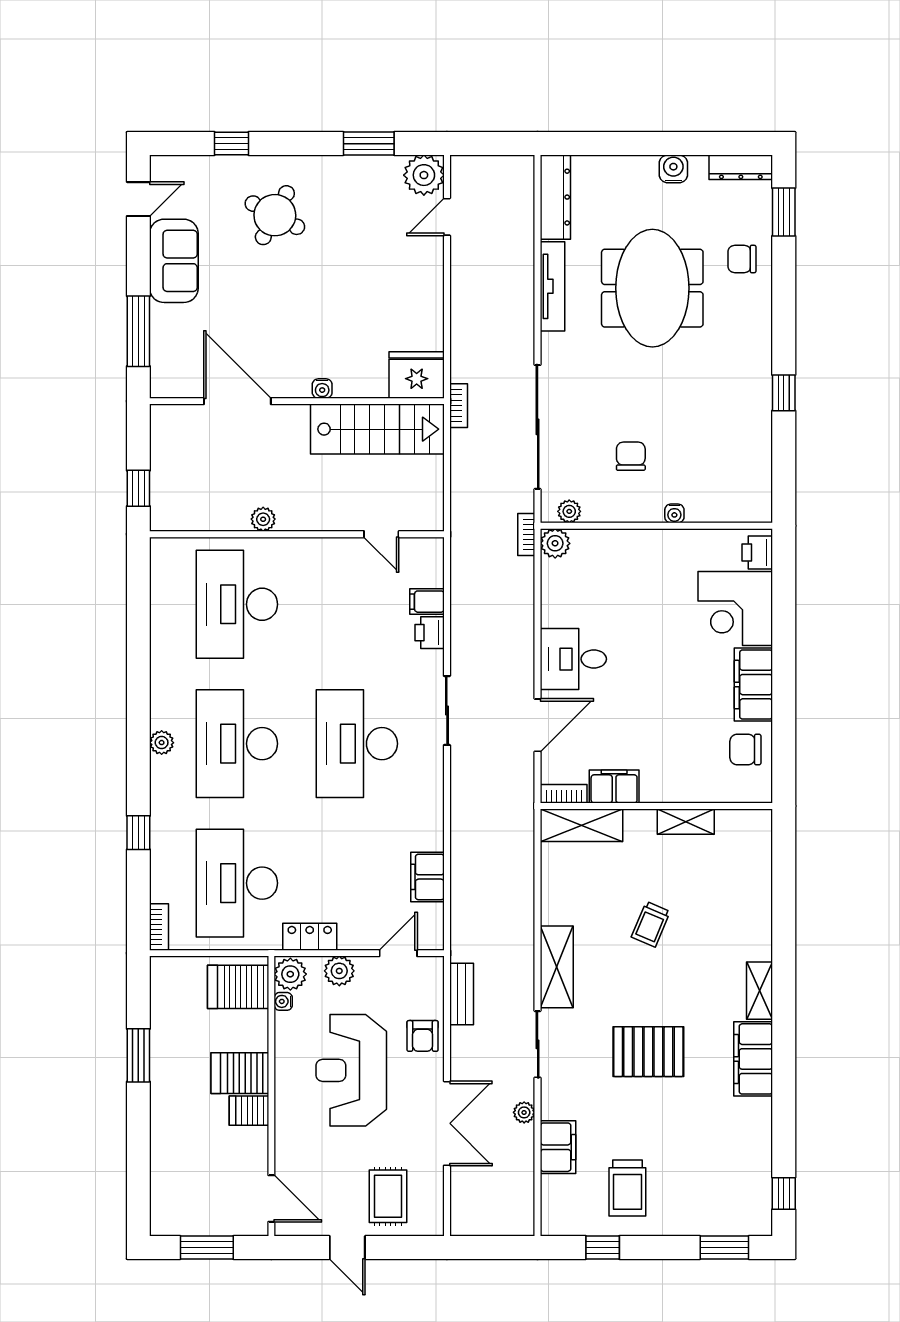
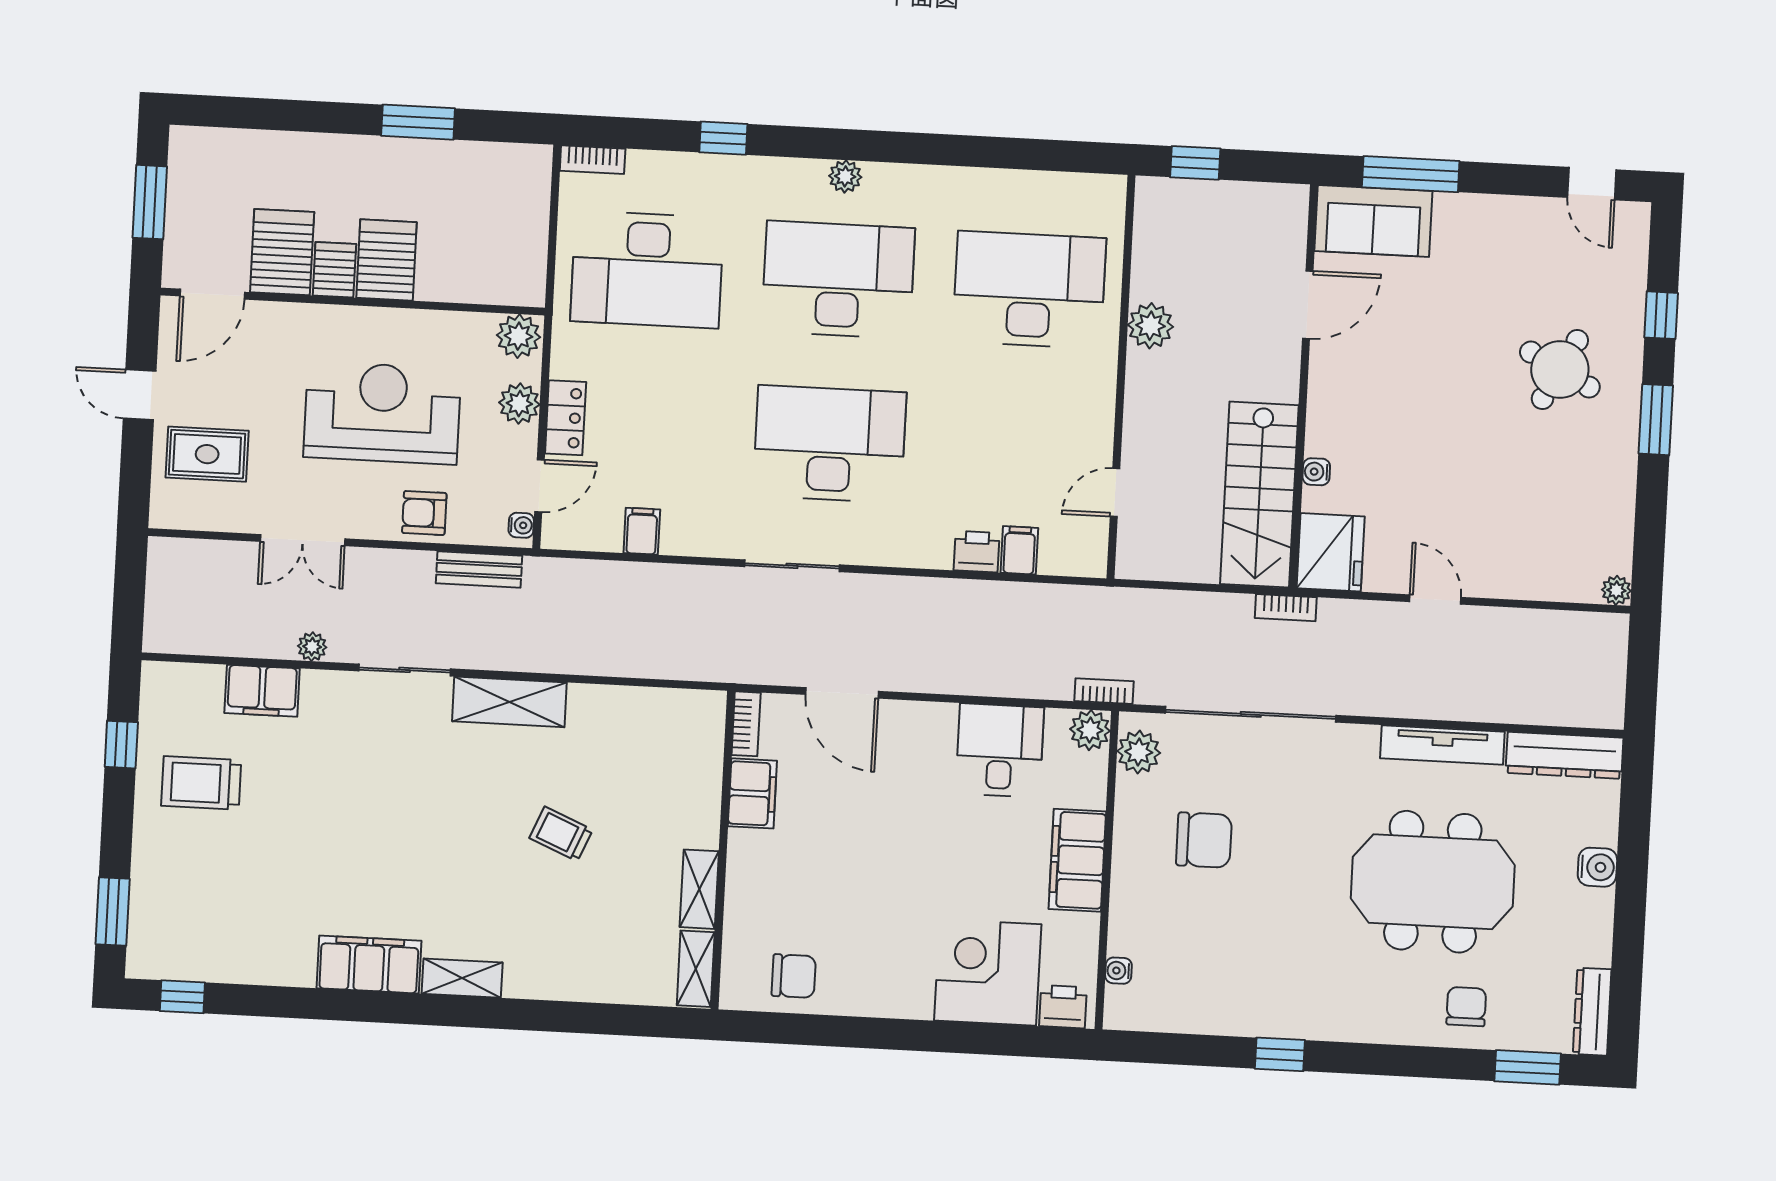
window: (369, 144) -> (1656, 420), moved
water cooler: (673, 169) -> (1597, 867), moved
plant: (424, 175) -> (1616, 590), width x0.53, depth x0.53
door: (447, 217) -> (1435, 599), moved
sofa: (174, 261) -> (1373, 221), moved
water cooler: (322, 389) -> (1316, 472), moved
door: (237, 401) -> (1308, 305), width x0.73
chair: (631, 456) -> (1204, 840), width x1.37, depth x1.37
plant: (569, 511) -> (1139, 752), width x1.38, depth x1.38
water cooler: (674, 513) -> (1118, 971), moved
plant: (263, 519) -> (1150, 326), width x1.38, depth x1.38
desk: (573, 659) -> (1000, 750), moved
filing cabinet: (753, 685) -> (1077, 860), moved, turned -90
sliding door: (447, 710) -> (792, 566), moved
chair: (745, 749) -> (794, 976), turned 90
shelving: (581, 825) -> (696, 969), moved, width x0.67, depth x0.75
filing cabinet: (428, 877) -> (642, 531), width x0.50
desk: (237, 883) -> (647, 270), turned 180
locker: (310, 937) -> (566, 418), moved
door: (398, 953) -> (540, 486), hinge flipped
server rack: (238, 987) -> (282, 252), moved
water cooler: (283, 1001) -> (521, 525), moved, turned 90
pallet: (648, 1052) -> (387, 821), removed
double door: (447, 1123) -> (303, 540), width x0.73
door: (347, 1248) -> (140, 395), hinge flipped

